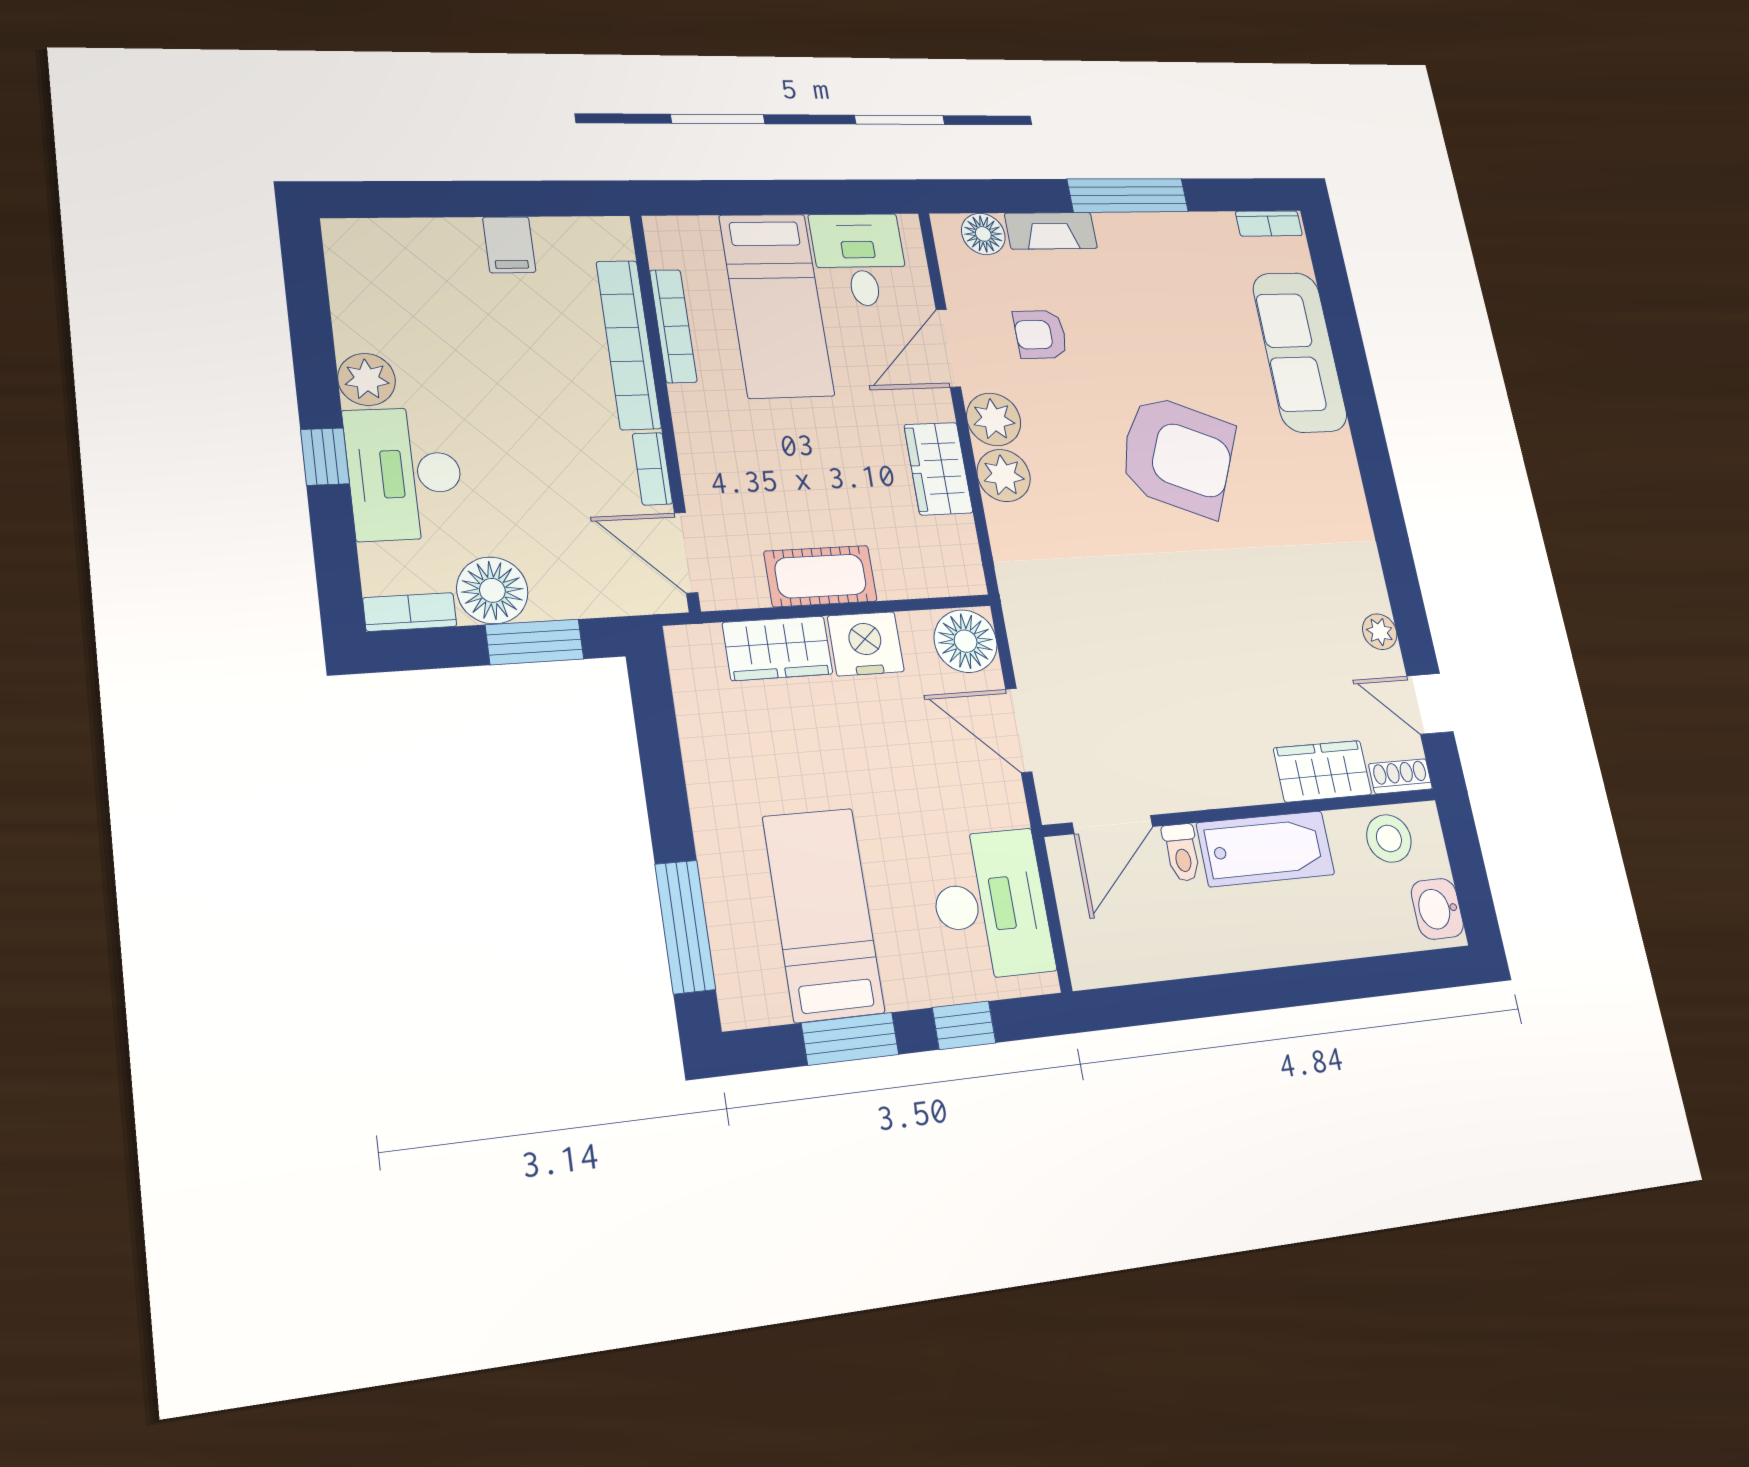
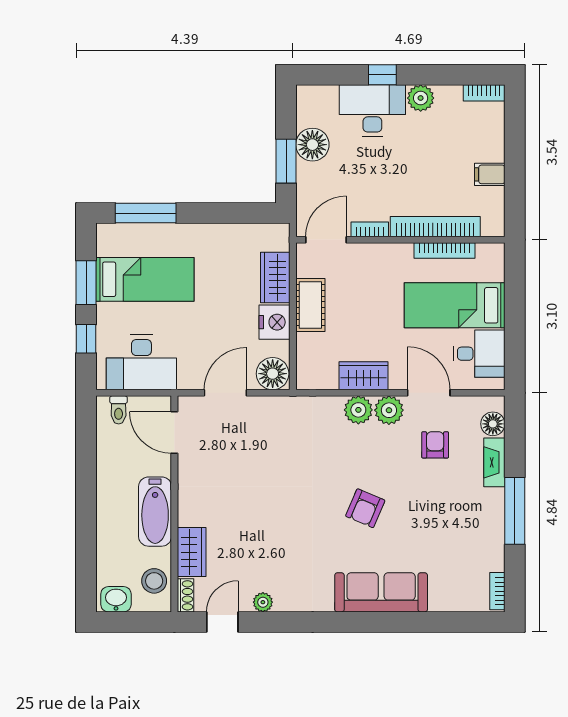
sofa: (1300, 352) -> (381, 592), moved
armchair: (1177, 455) -> (365, 508), width x0.53, depth x0.53
bookcase: (410, 612) -> (484, 93), moved, turned 90
toilet: (1182, 852) -> (119, 410), moved, turned -90

